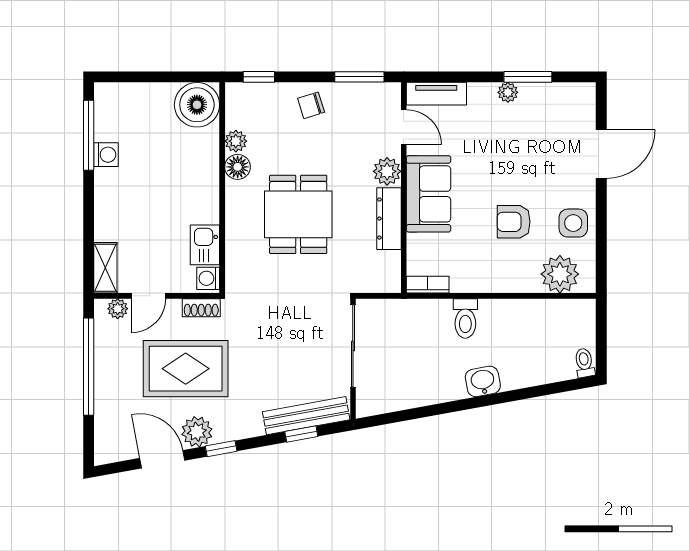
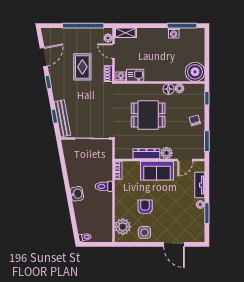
tv unit: (436, 94) -> (200, 185), moved
rug: (186, 369) -> (82, 67), width x0.73, depth x0.70
plant: (197, 432) -> (55, 72), removed

